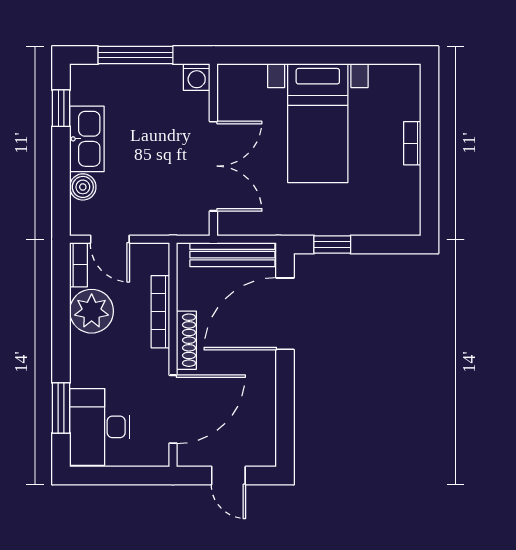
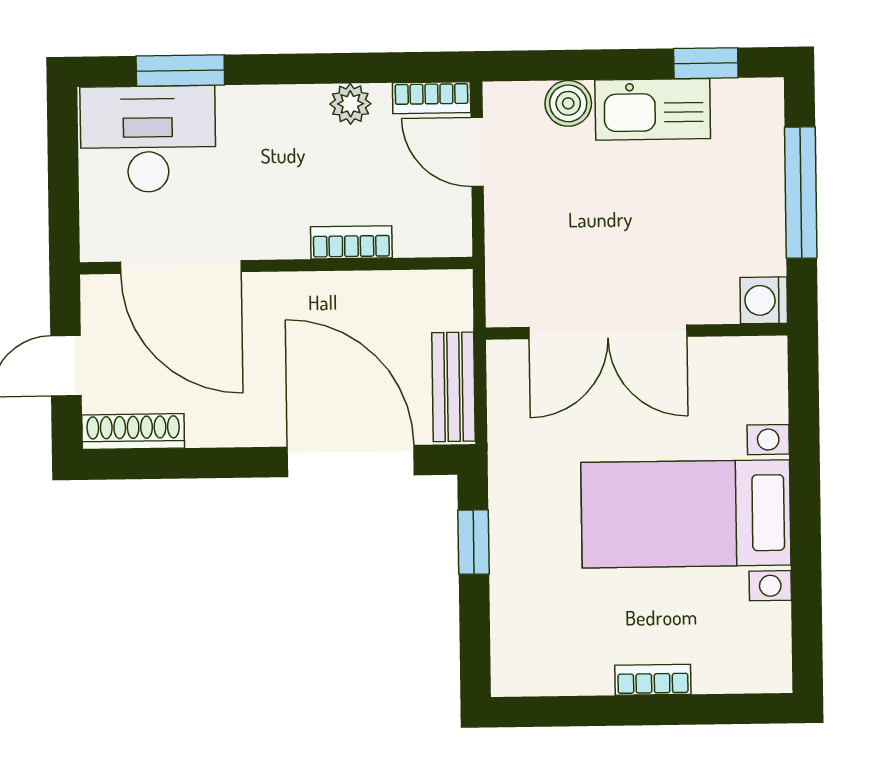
door: (110, 239) -> (477, 152), hinge flipped
bench: (232, 255) -> (453, 387), width x0.73
plant: (92, 311) -> (350, 104), width x0.53, depth x0.53
bookcase: (160, 312) -> (351, 242), width x0.64
shoe rack: (186, 340) -> (133, 432), moved, turned 180

